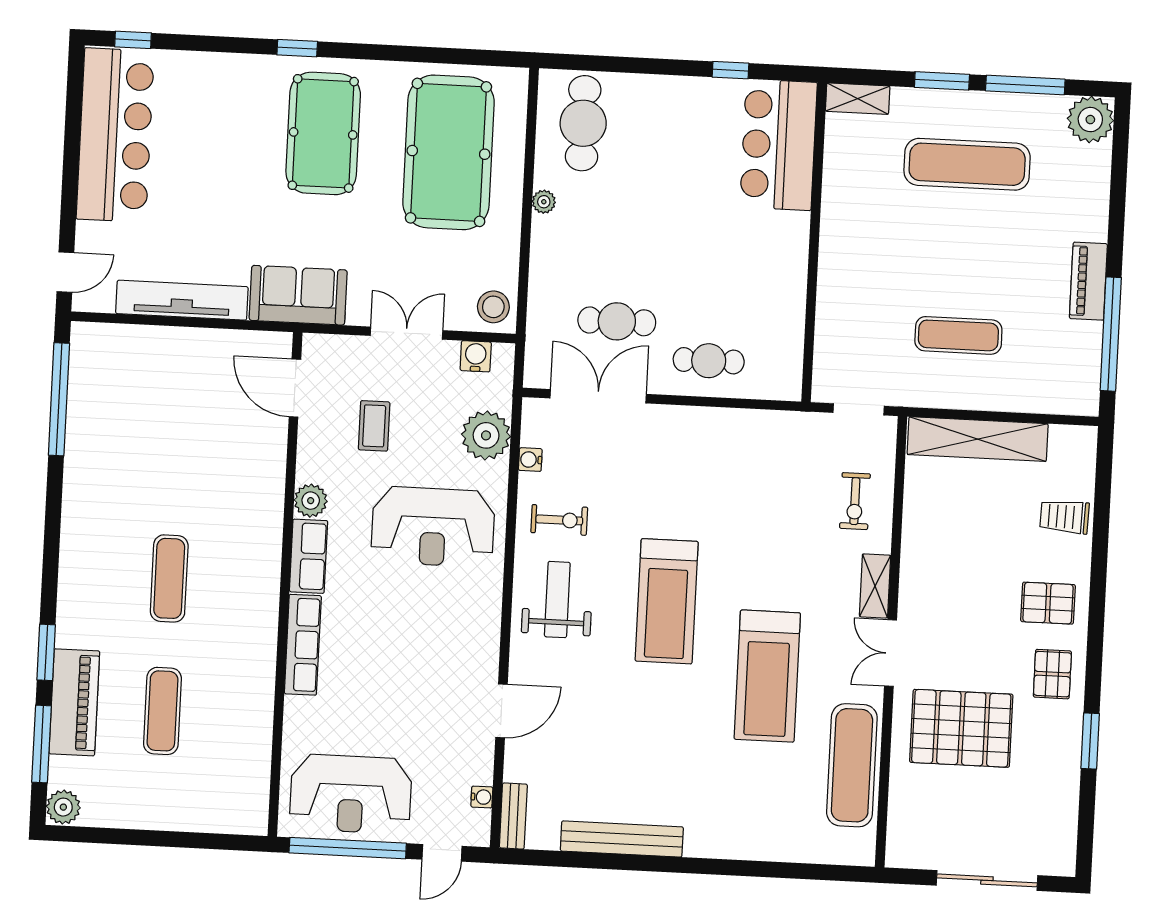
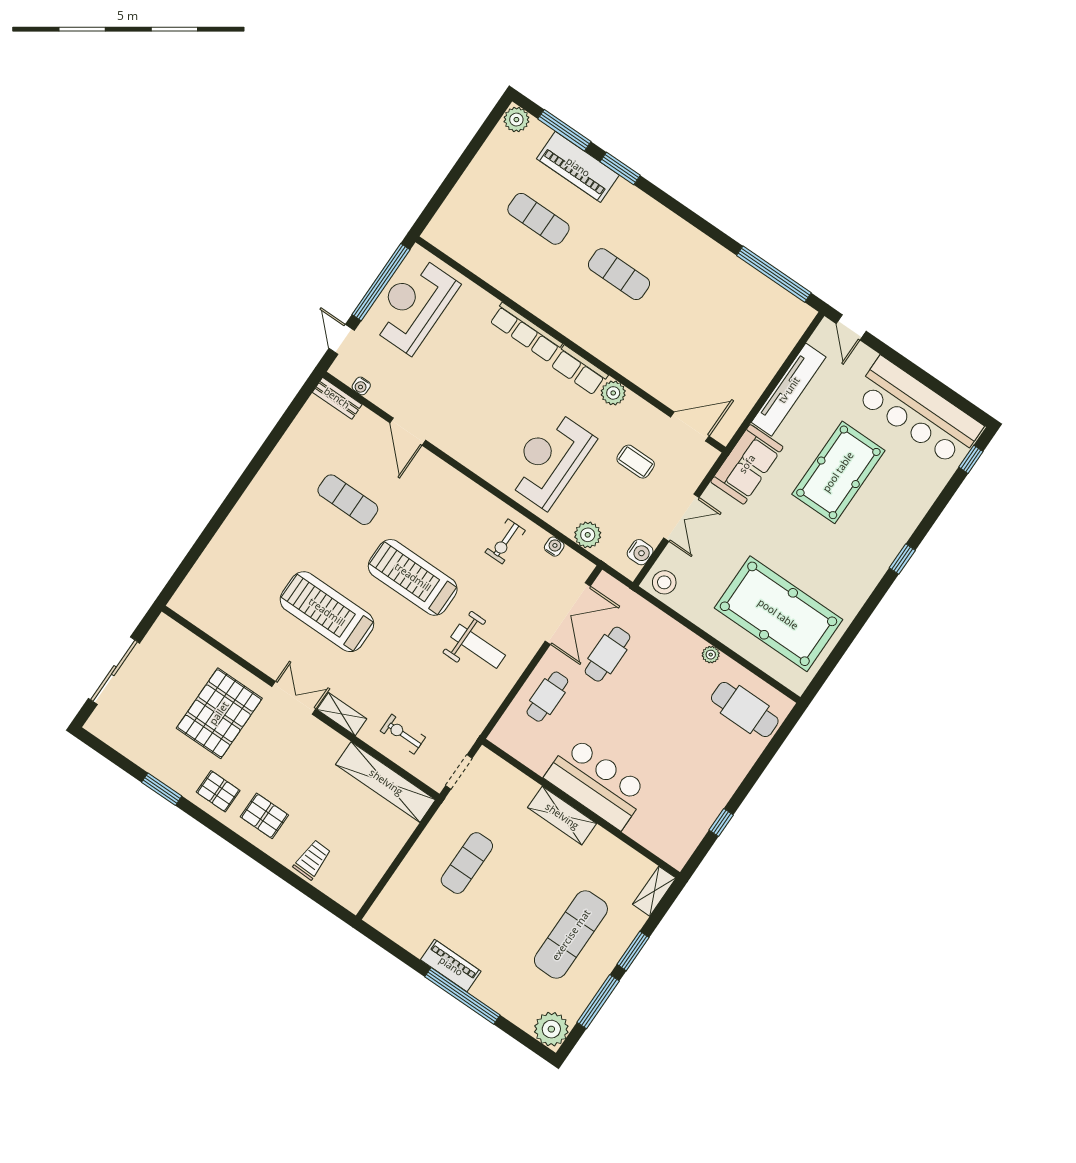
pool table: (323, 133) -> (838, 472), moved, turned 90
bar counter: (778, 145) -> (597, 783), moved
shelving: (836, 259) -> (562, 816), added
window: (1111, 334) -> (462, 996), moved
plant: (486, 435) -> (588, 535), width x0.73, depth x0.73
shelving: (978, 439) -> (386, 782), moved, turned 90
weight bench: (557, 600) -> (478, 646), moved
pallet: (1048, 603) -> (264, 816), turned 90
exercise mat: (852, 765) -> (348, 500), moved, width x0.73, depth x0.69
bench: (622, 839) -> (281, 458), removed

